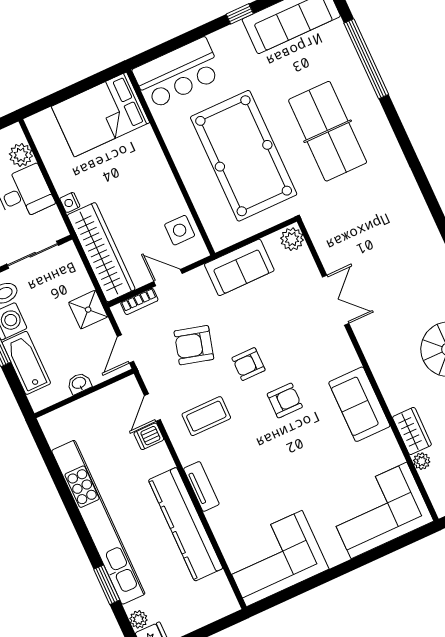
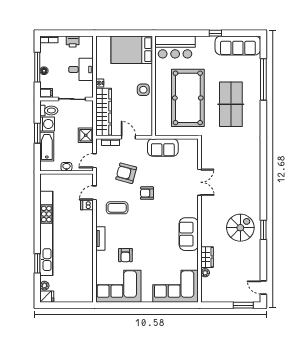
plant: (21, 155) -> (87, 51), removed
side table: (180, 230) -> (143, 90), moved
plant: (292, 239) -> (192, 146), removed
armchair: (285, 401) -> (125, 255), moved, turned 90
kitchen counter: (186, 524) -> (85, 252), removed

